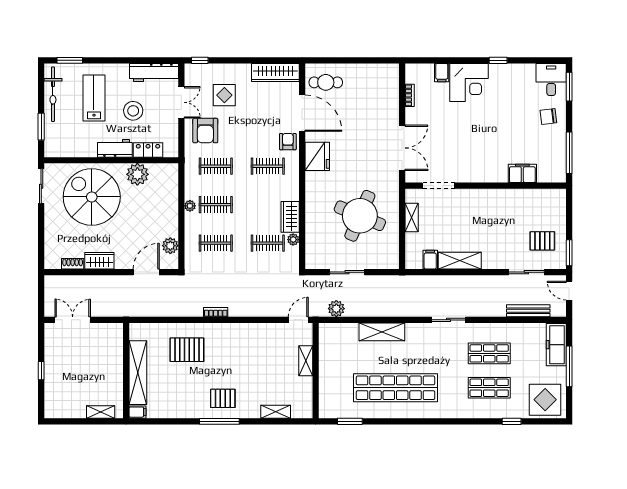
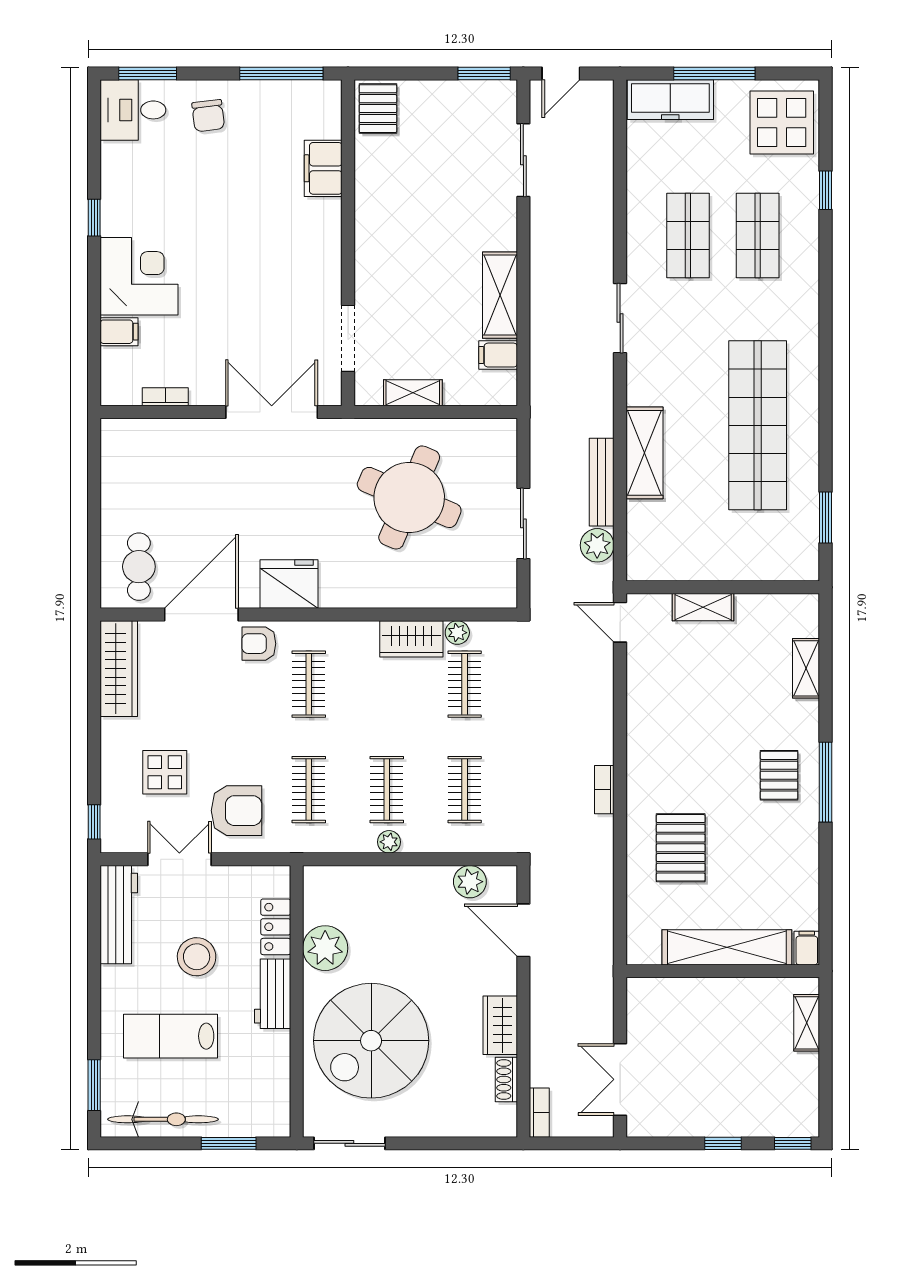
pallet: (542, 241) -> (378, 109), moved
bookcase: (56, 280) -> (539, 1113), added
bench: (528, 311) -> (602, 482), moved
window: (41, 405) -> (793, 1143), added

